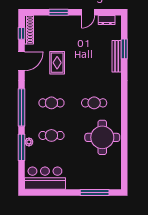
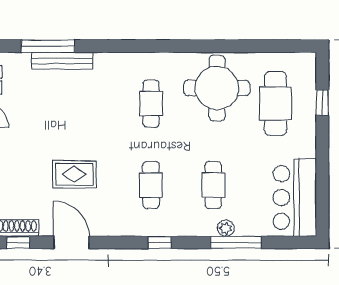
window: (124, 49) -> (48, 46), width x1.44
window: (21, 107) -> (160, 242), width x0.32
cafe table: (94, 168) -> (276, 104), added
window: (95, 193) -> (322, 103), width x0.46

